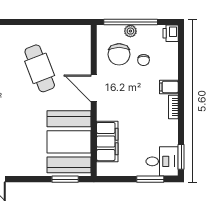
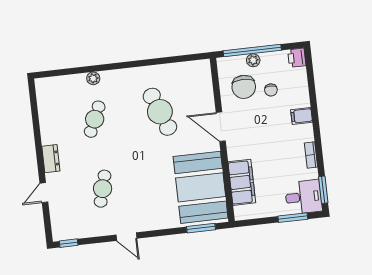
bookcase: (173, 107) -> (311, 155), moved

